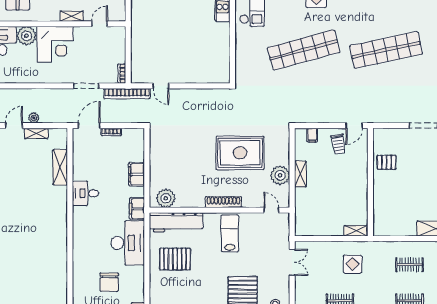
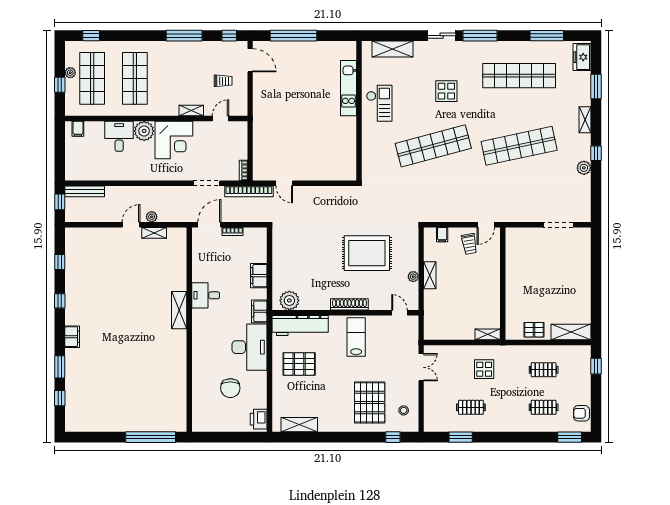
pallet: (387, 162) -> (534, 330), moved
shelving: (60, 167) -> (179, 310), moved
plant: (280, 175) -> (413, 277), width x0.53, depth x0.53

